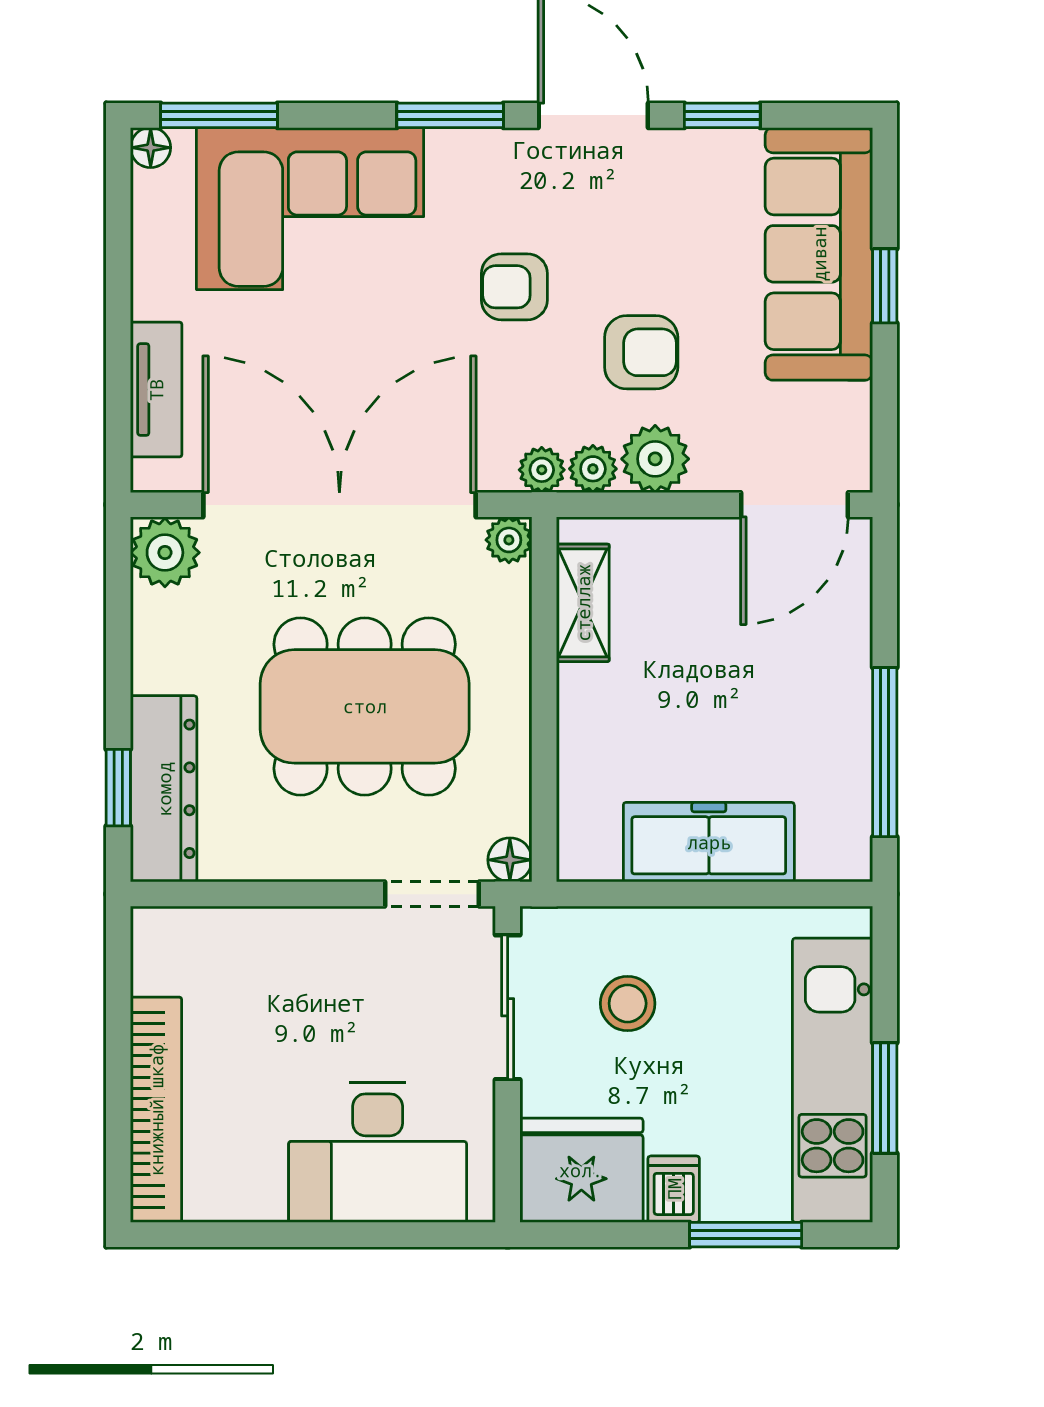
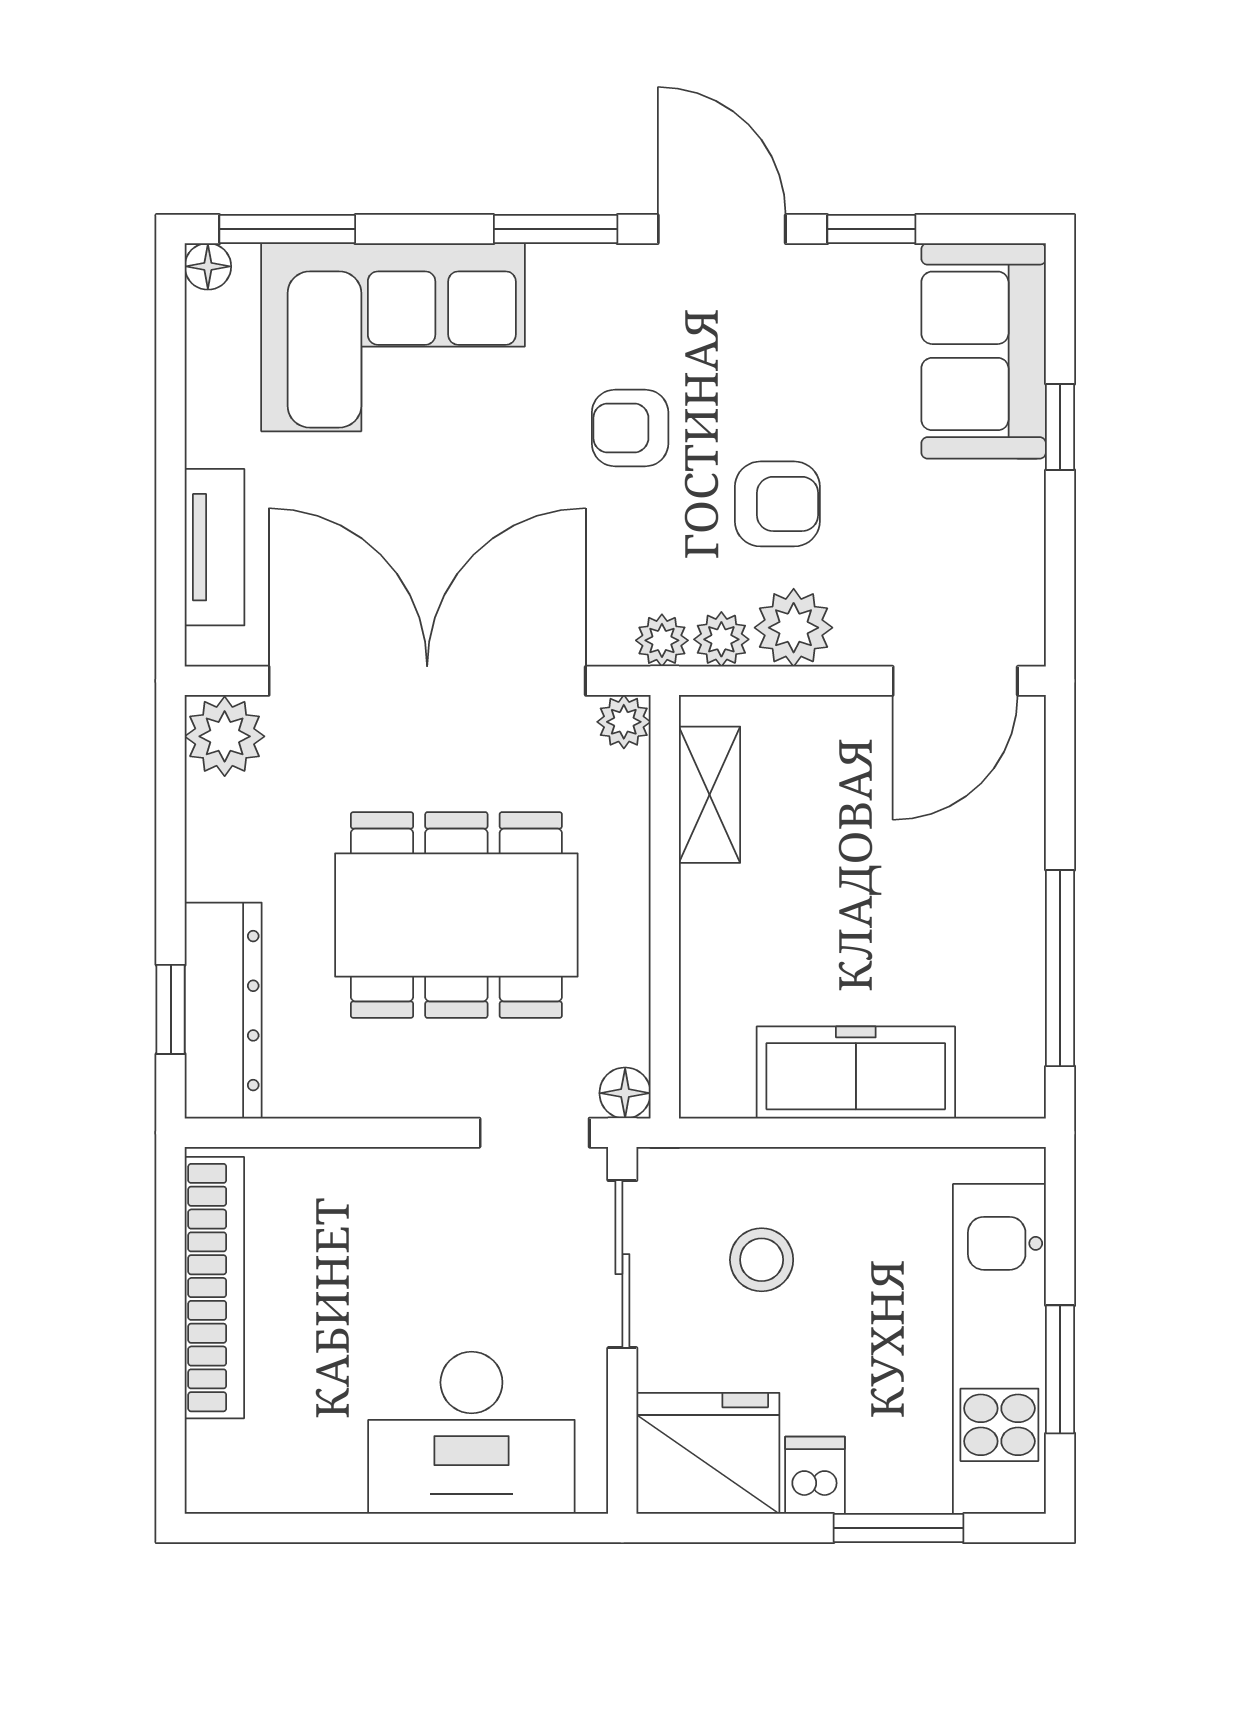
sofa: (819, 254) -> (984, 351), width x0.73
bookcase: (156, 1110) -> (214, 1288), moved

